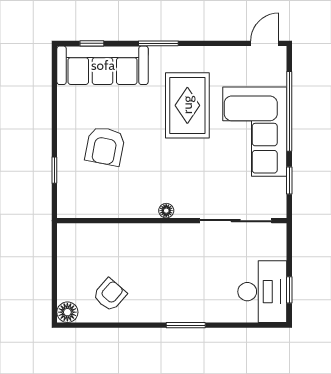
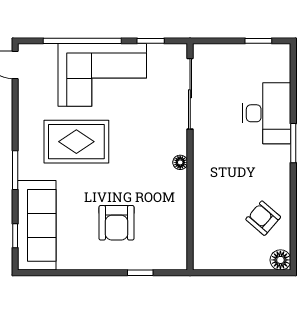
armchair: (105, 146) -> (117, 223), turned 79
desk: (262, 292) -> (267, 113), moved, turned 90

